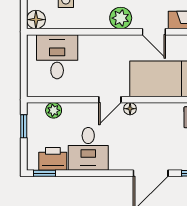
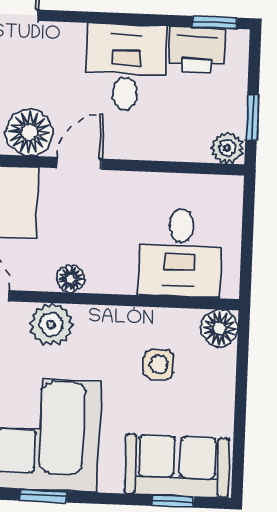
floor lamp: (112, 41) -> (71, 279), added
floor lamp: (130, 109) -> (29, 132), width x1.89, depth x1.89
plant: (54, 110) -> (227, 148), moved

